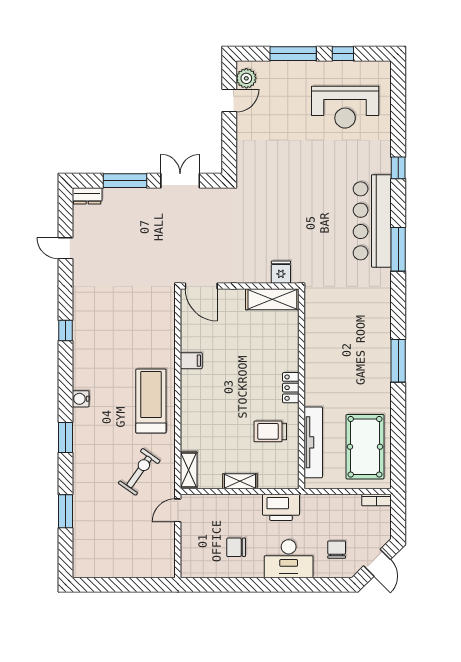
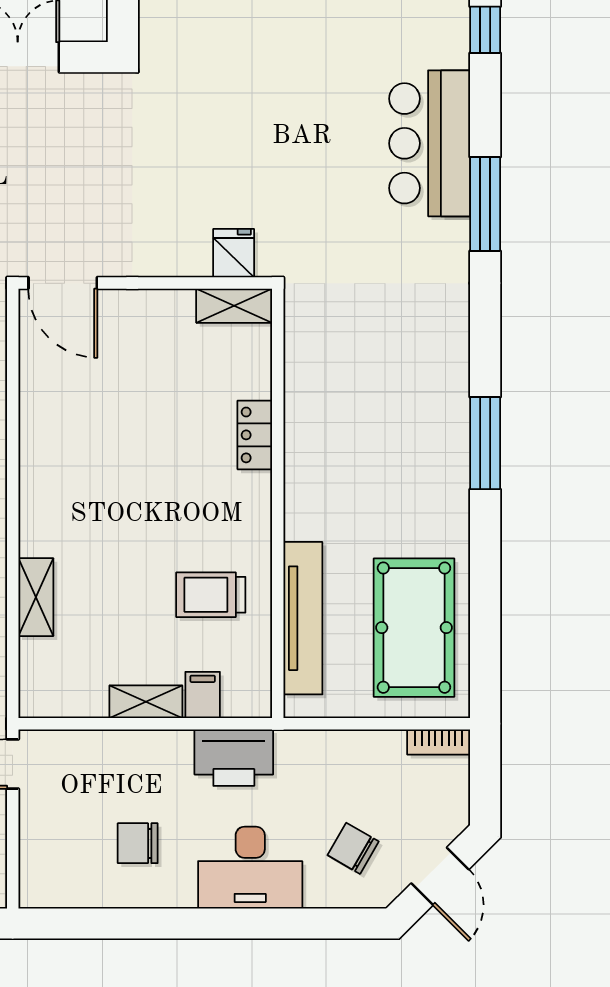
bar counter: (372, 221) -> (430, 143), width x0.73
shelving: (272, 299) -> (234, 306), width x0.67, depth x0.75
filing cabinet: (191, 361) -> (203, 695), moved, turned -90
locker: (291, 388) -> (255, 435), moved
shelving: (189, 470) -> (36, 597), moved
chair: (337, 550) -> (353, 848), turned -60

